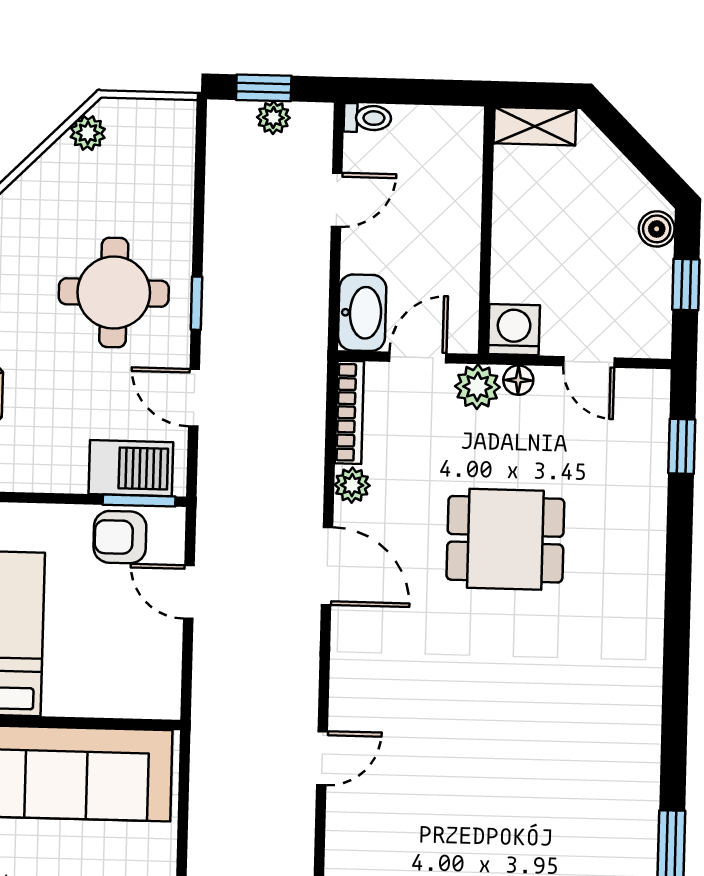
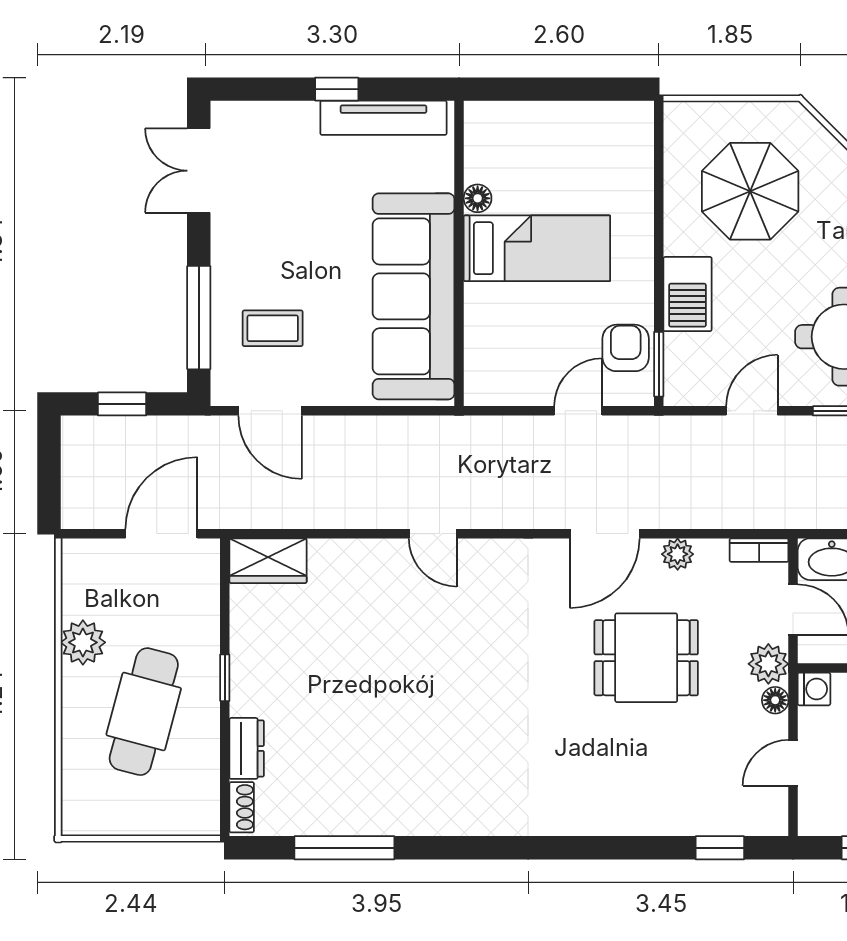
washing machine: (514, 330) -> (814, 689), width x0.73, depth x0.73
bookcase: (349, 412) -> (759, 550), width x0.64
barbecue: (131, 468) -> (688, 294), moved
dining table: (505, 539) -> (646, 658), moved, turned 90

